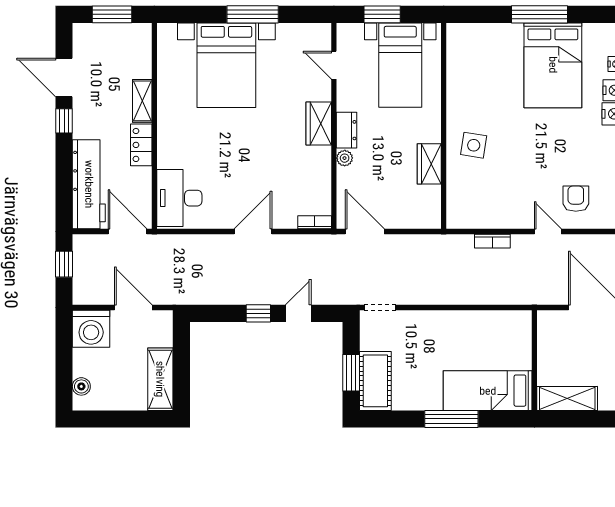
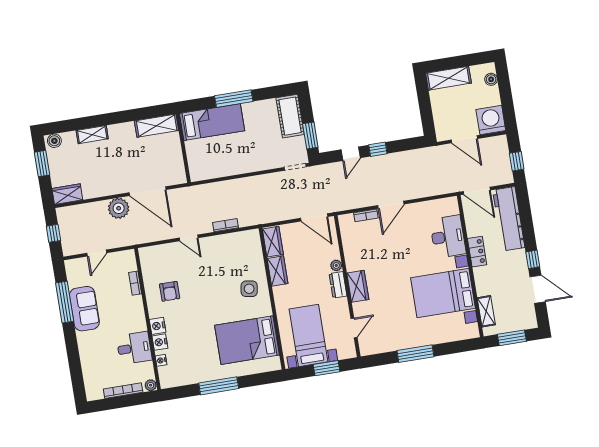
bed with nightstands: (226, 65) -> (443, 293), moved, turned -90
door: (334, 65) -> (354, 328), hinge flipped
bed: (553, 65) -> (247, 340), moved, turned -90
shelving: (142, 101) -> (486, 311), moved
desk: (179, 198) -> (448, 237), moved
armchair: (576, 199) -> (170, 291), moved
wardrobe: (429, 207) -> (273, 242), added
bookcase: (315, 222) -> (366, 215), moved
window: (351, 373) -> (310, 135), moved
shelving: (160, 379) -> (448, 78), moved, turned 90

